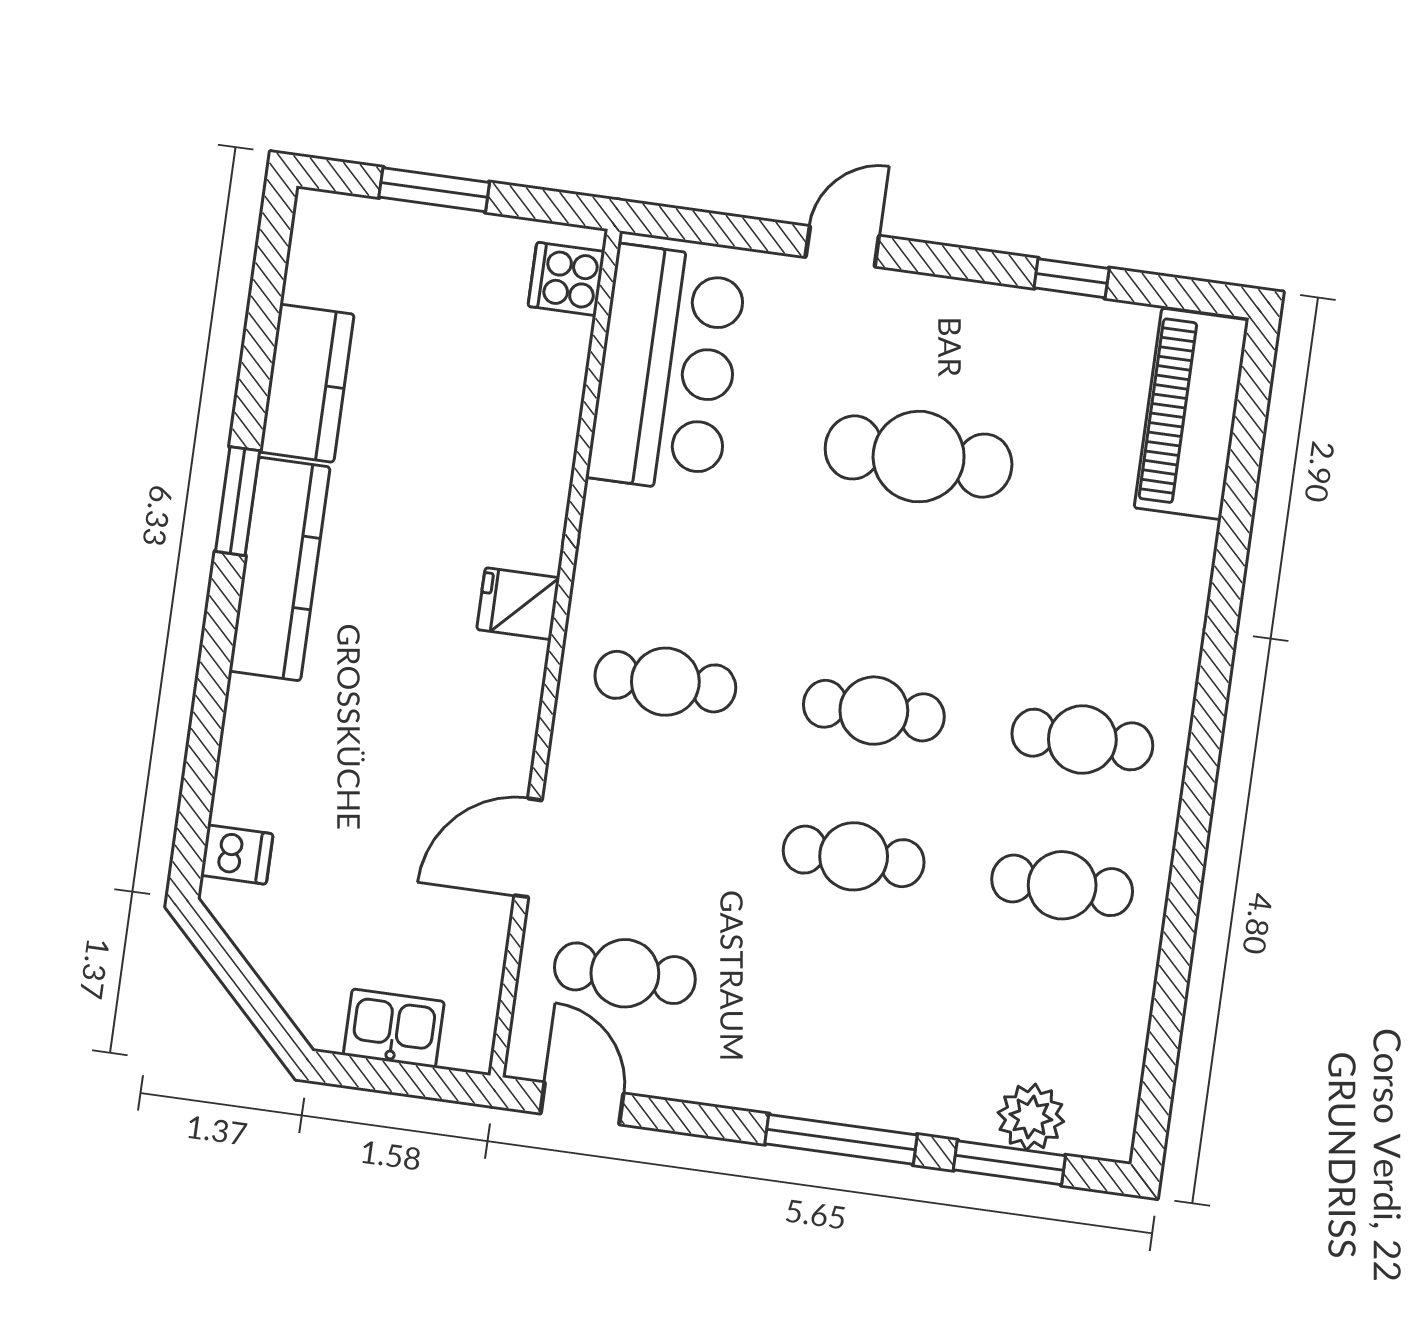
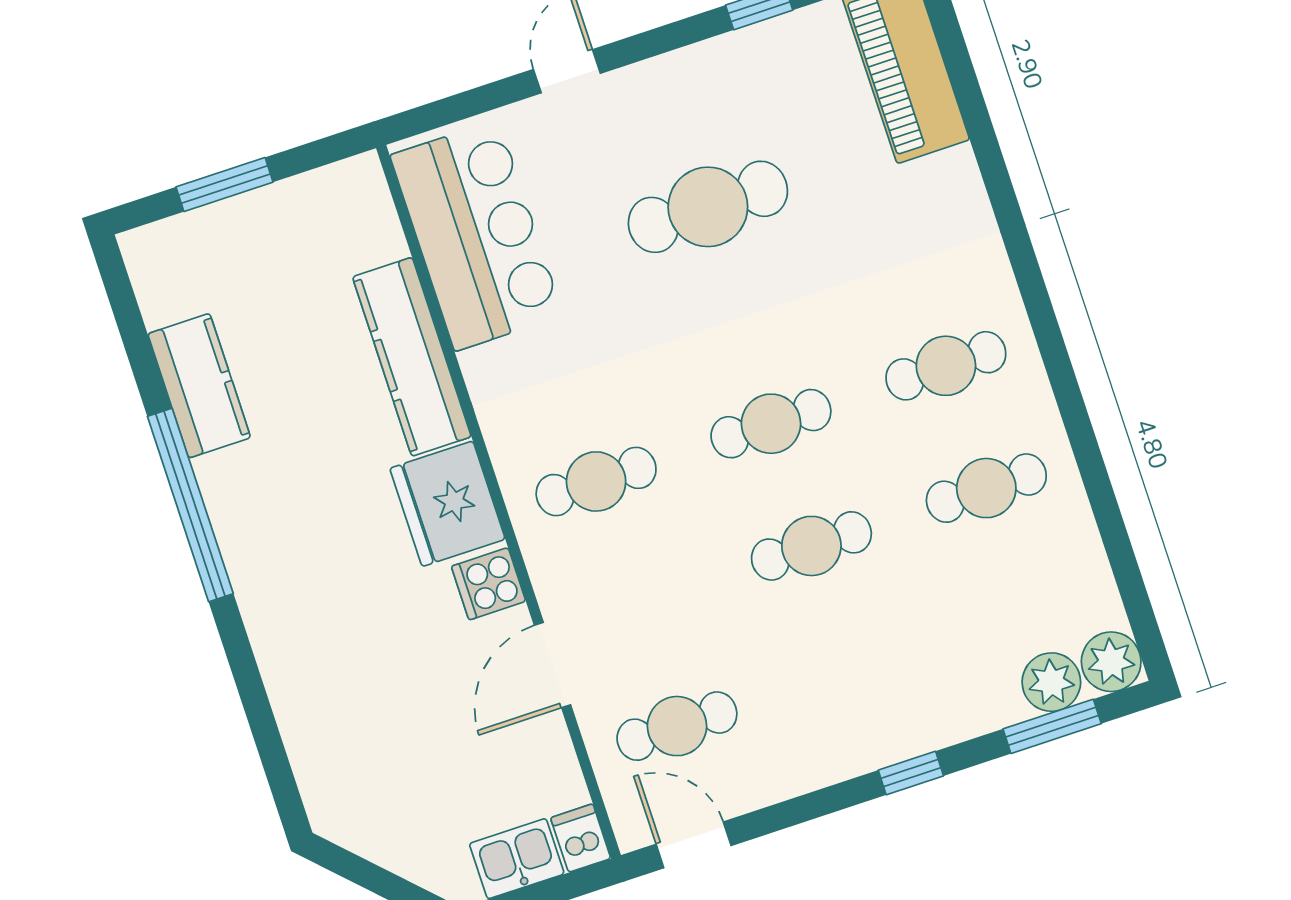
cooker: (566, 279) -> (489, 584), moved
window: (238, 501) -> (190, 505), width x2.11
kitchen counter: (279, 569) -> (412, 357), moved, turned 180
fridge: (518, 604) -> (447, 504), width x1.88, depth x1.34
dishwasher: (237, 855) -> (581, 838), moved, turned -90
plant: (1102, 1126) -> (1111, 662), added
window: (841, 1139) -> (911, 773), width x0.46

